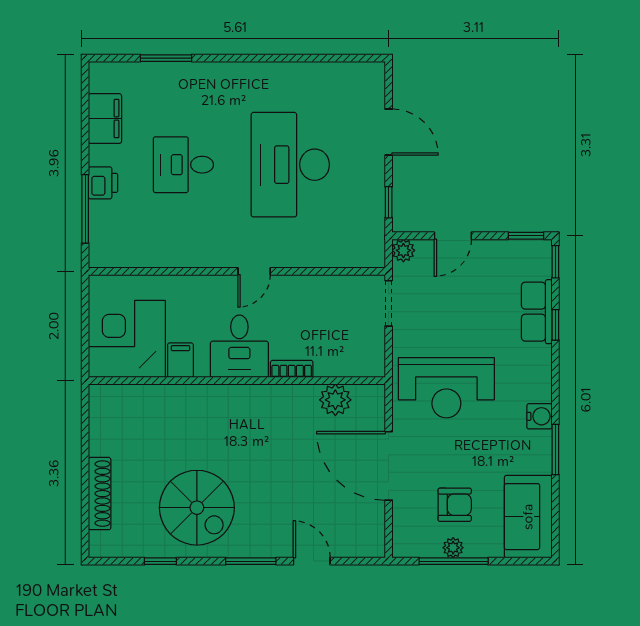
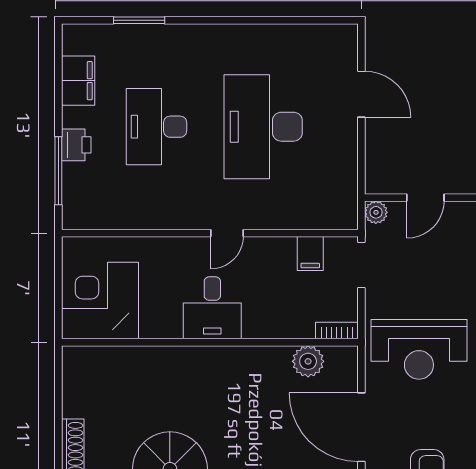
desk: (183, 165) -> (156, 127), width x1.37
window: (389, 202) -> (361, 164), removed
filing cabinet: (180, 360) -> (310, 254), moved, turned 180
bookcase: (292, 369) -> (337, 331), moved

